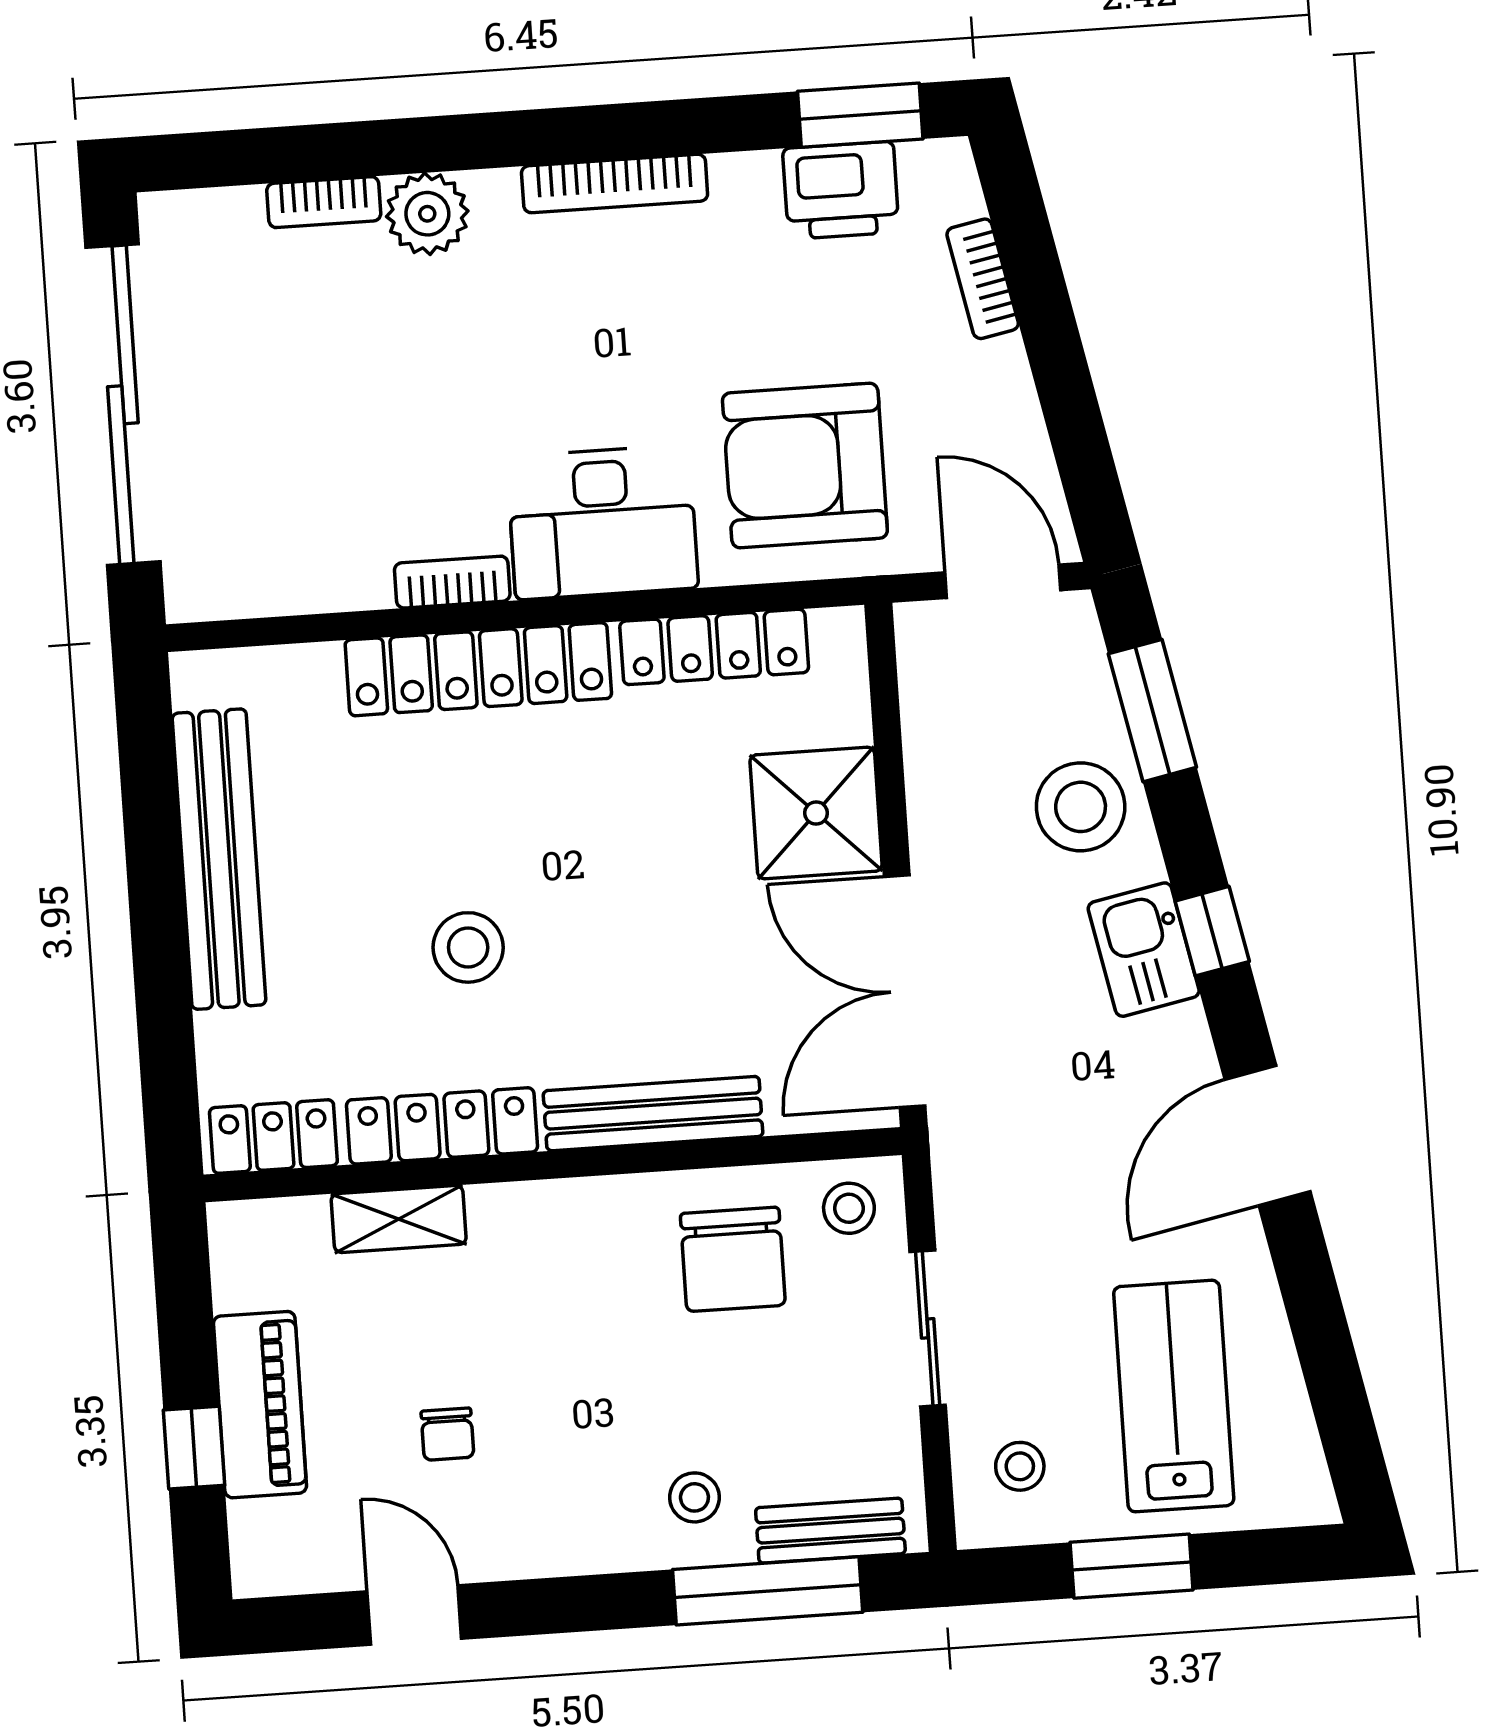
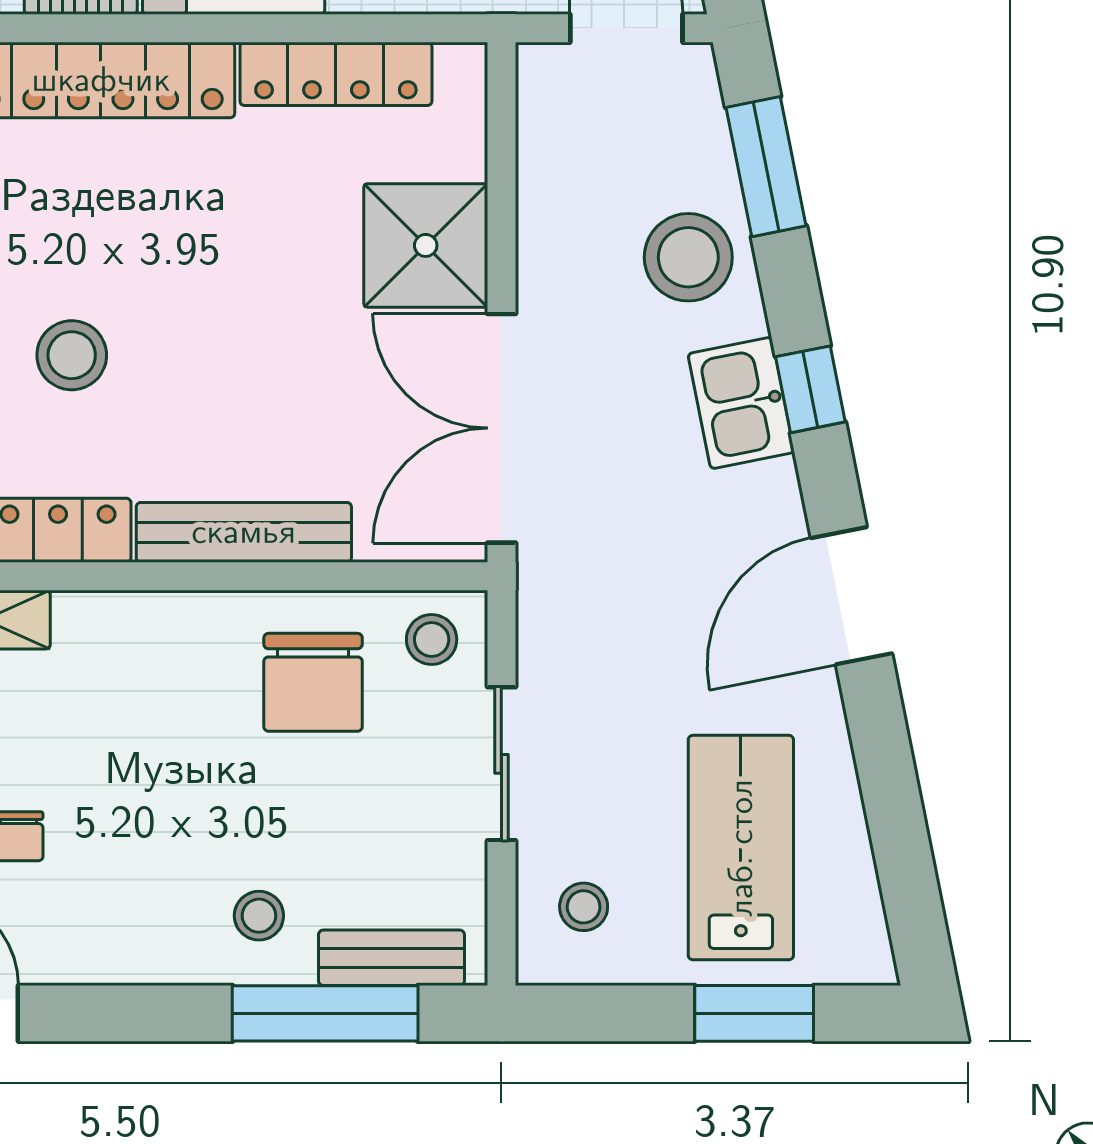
window: (1132, 1566) -> (754, 1013), moved

